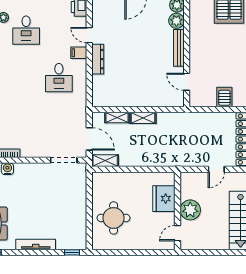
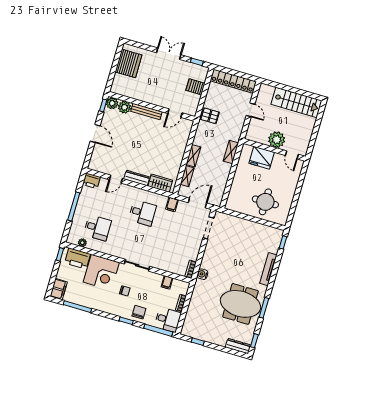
filing cabinet: (79, 53) -> (172, 204), moved
wardrobe: (100, 89) -> (160, 183), added
pallet: (195, 124) -> (210, 116), added
shelving: (105, 161) -> (231, 152), moved

